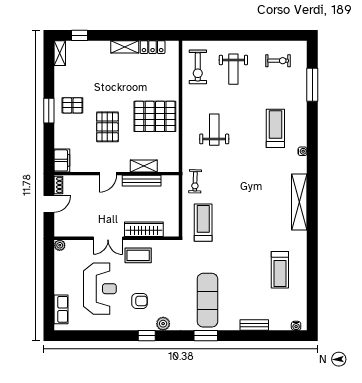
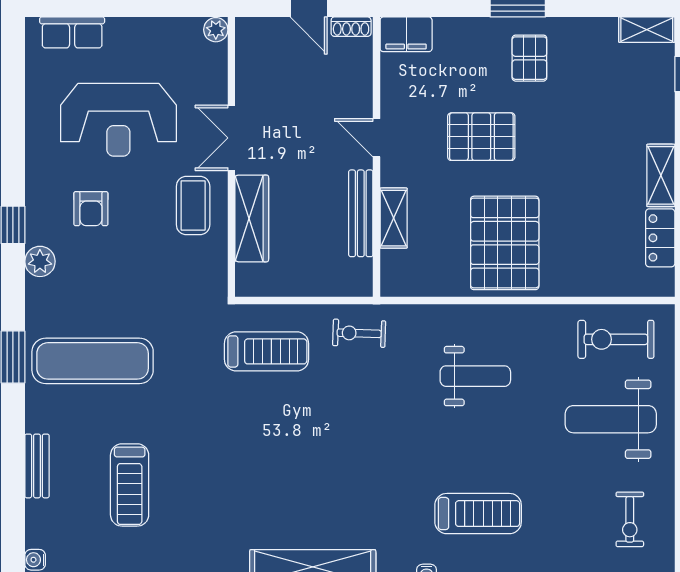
weight bench: (233, 69) -> (611, 419), width x1.36, depth x1.33
treadmill: (280, 270) -> (130, 485), moved, turned -90

